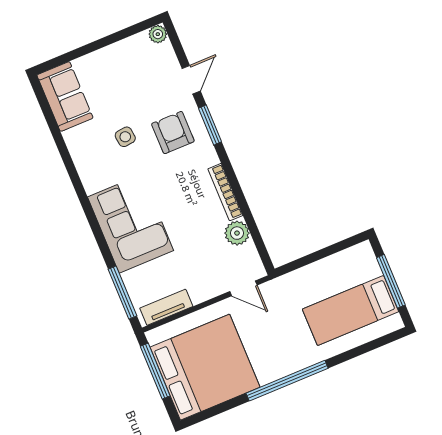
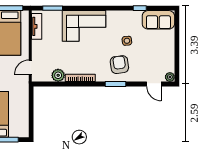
door: (191, 80) -> (154, 84), moved
armchair: (173, 133) -> (119, 65), turned -98
window: (58, 138) -> (140, 8), added
window: (122, 292) -> (53, 8), width x0.69

